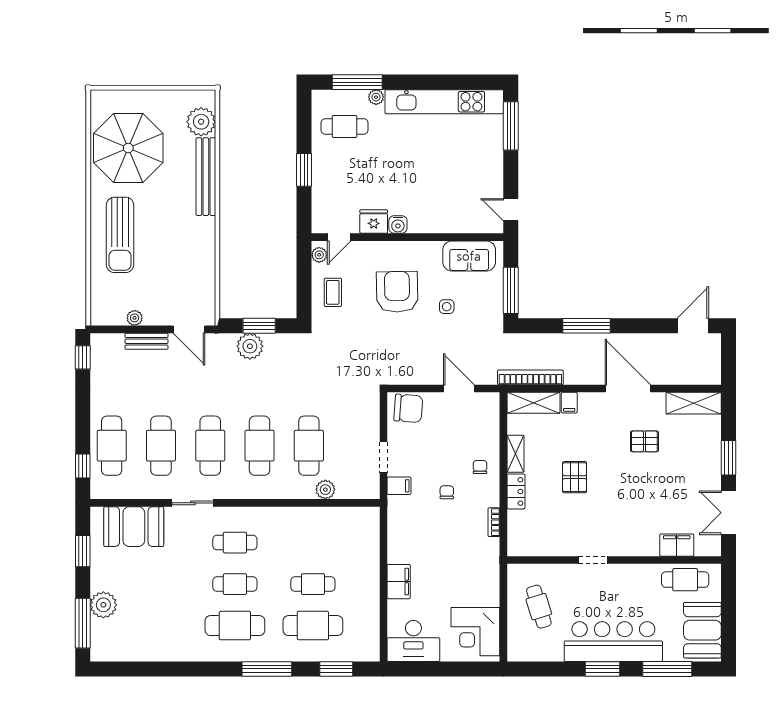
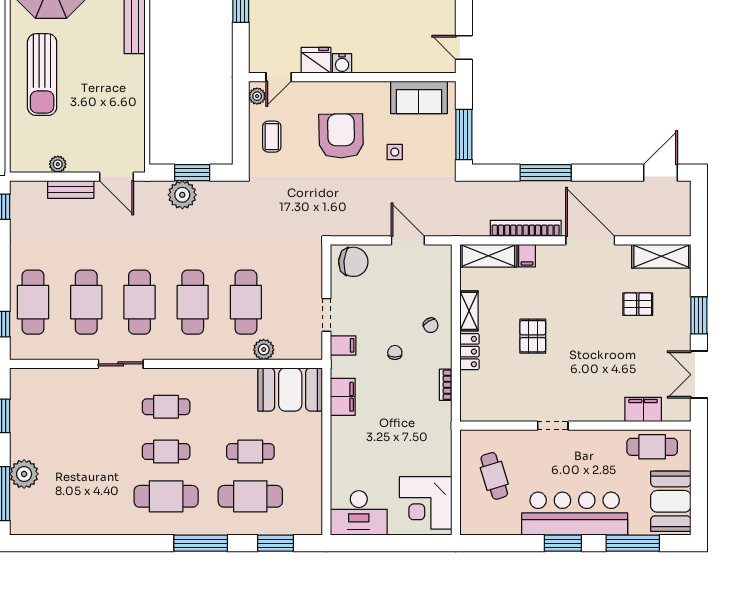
bookcase: (530, 377) -> (526, 228), moved
pallet: (644, 441) -> (638, 304), moved
chair: (480, 467) -> (431, 325), turned 149
booth: (134, 527) -> (290, 390), moved
filing cabinet: (399, 582) -> (343, 397), moved

